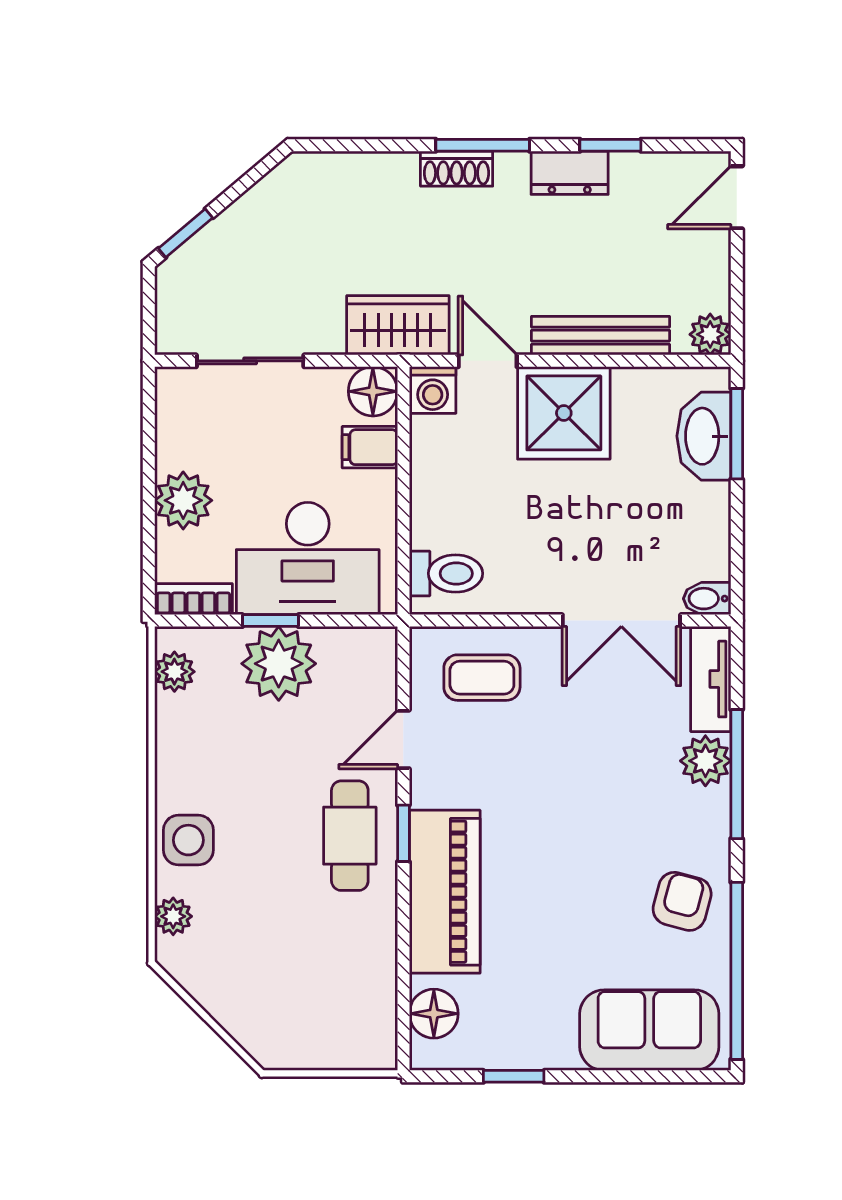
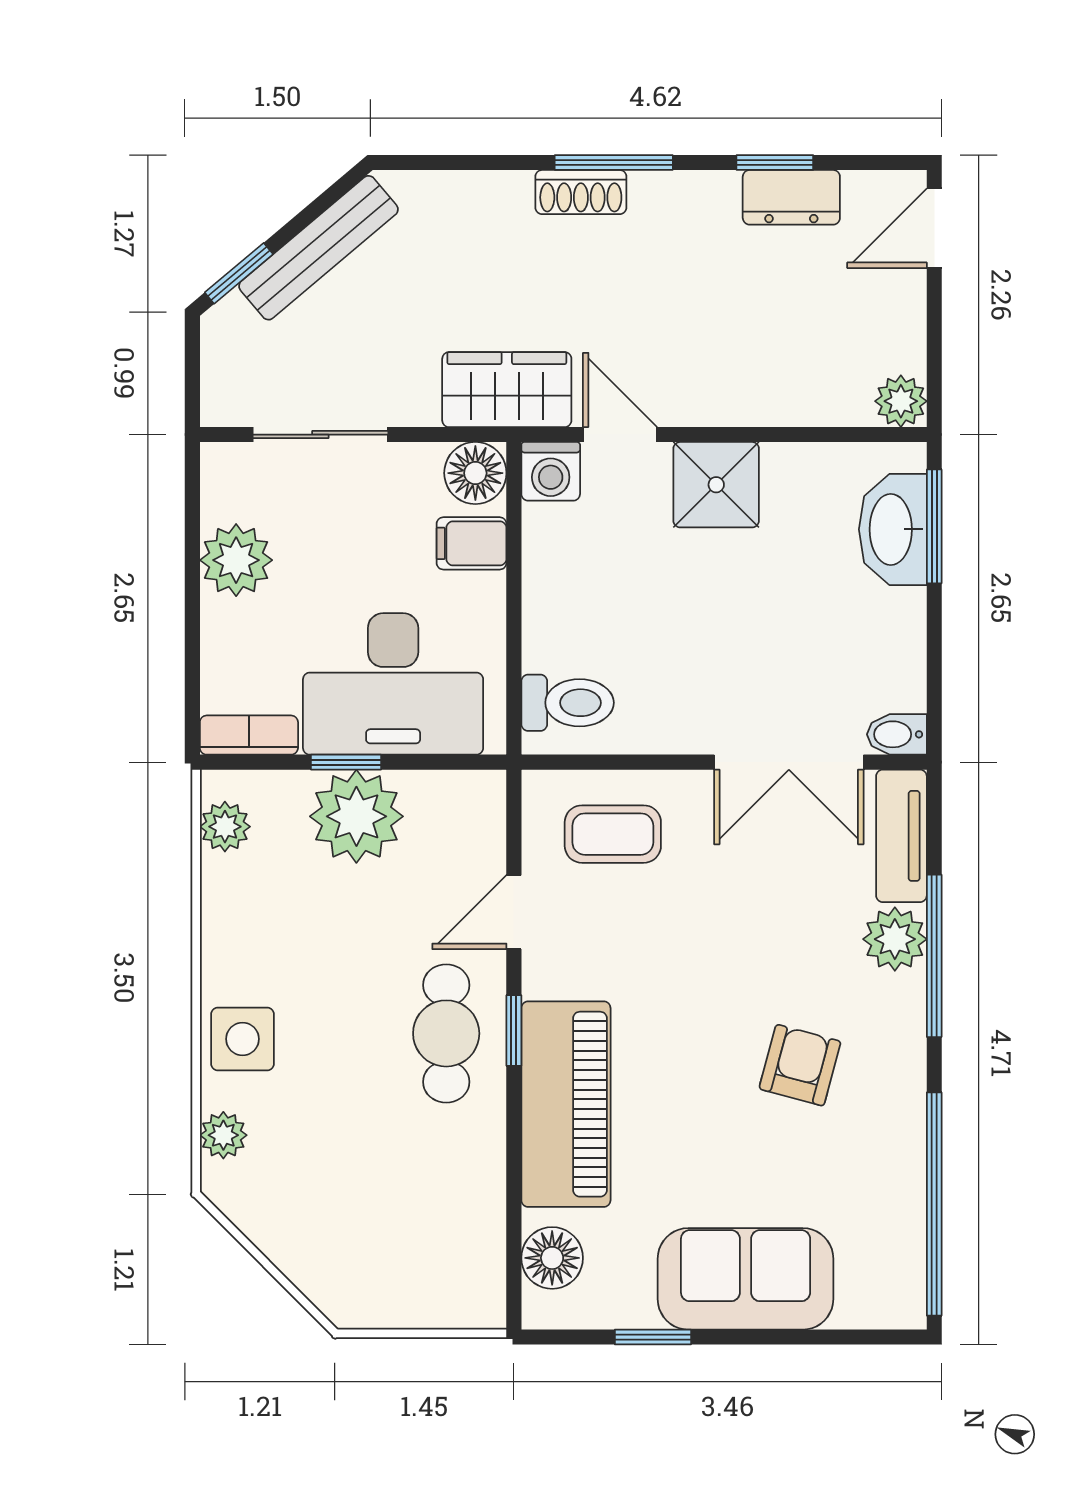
dresser: (570, 173) -> (791, 197), moved
bench: (601, 336) -> (318, 248), moved, turned -40
shower: (564, 413) -> (716, 485), width x0.73, depth x0.73
plant: (183, 500) -> (236, 560), moved
armchair: (682, 901) -> (800, 1065), moved
sofa: (649, 1030) -> (746, 1279), moved

